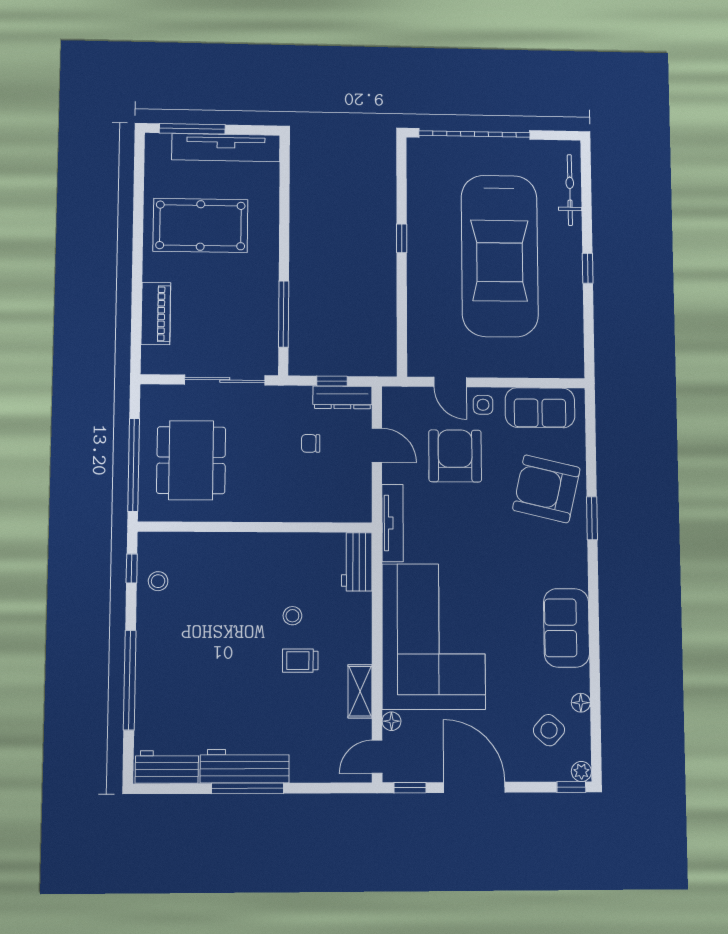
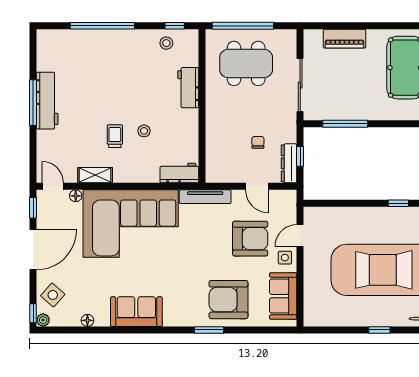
door: (377, 445) -> (257, 186), hinge flipped
armchair: (546, 489) -> (228, 300), turned -103
side table: (549, 730) -> (53, 295), moved
workbench: (167, 767) -> (188, 88), moved, turned 180

